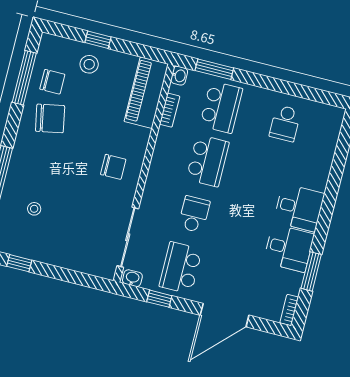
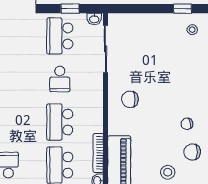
bookcase: (170, 110) -> (98, 153), width x1.56
chair: (50, 118) -> (187, 124), width x0.54, depth x0.54
stool: (34, 209) -> (192, 30), moved
school desk: (181, 268) -> (60, 36), turned 180

